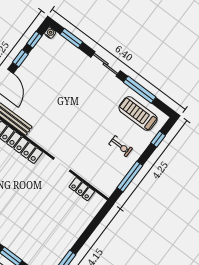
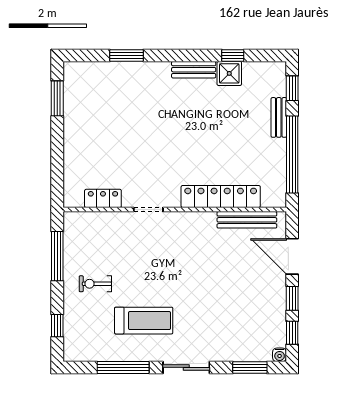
treadmill: (138, 113) -> (144, 321), moved

